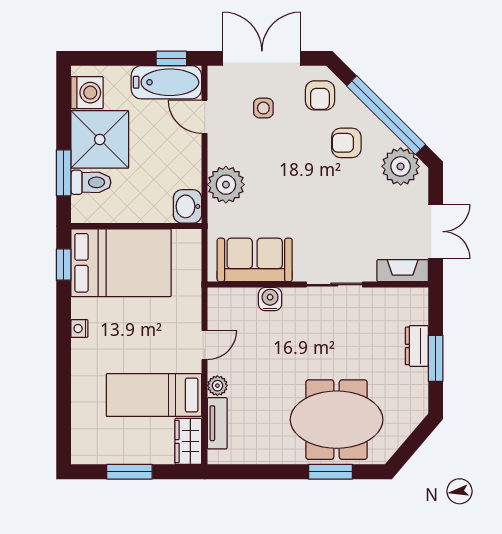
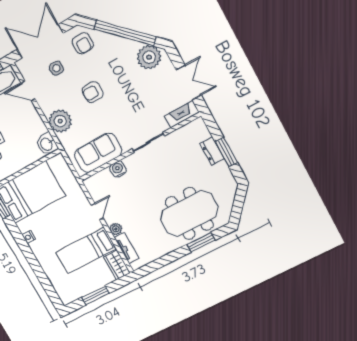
armchair: (346, 143) -> (93, 92), moved

